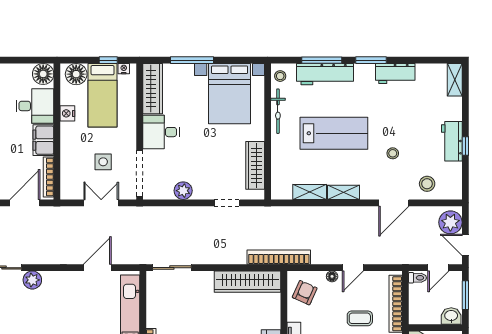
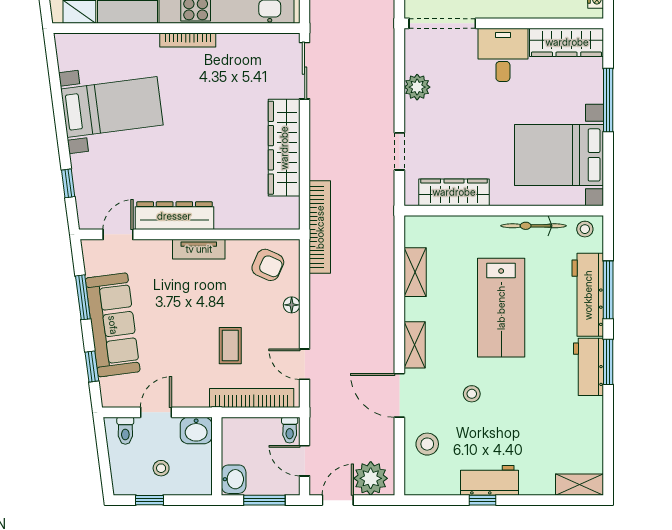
workbench: (395, 74) -> (589, 367), moved
shelving: (343, 192) -> (415, 345), moved
door: (353, 268) -> (305, 364), moved
wardrobe: (247, 282) -> (284, 148), moved

